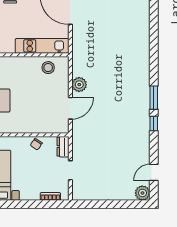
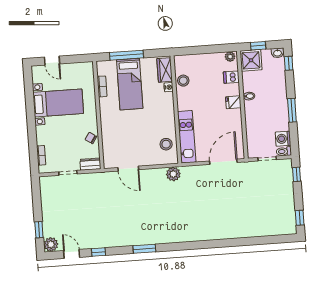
plant: (79, 85) -> (173, 174), moved
window: (154, 123) -> (98, 252), moved
window: (126, 204) -> (39, 230), added

